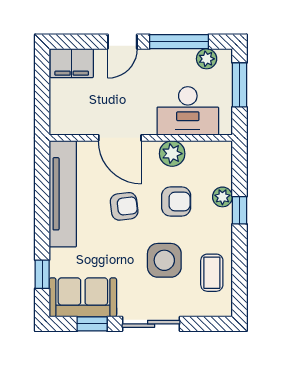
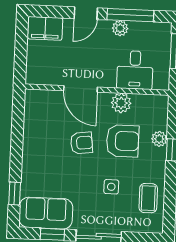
plant: (207, 59) -> (120, 28), moved
desk: (188, 111) -> (135, 70), width x0.73
tv unit: (63, 194) -> (34, 131), removed
armchair: (176, 201) -> (123, 141), width x1.38, depth x1.38
side table: (164, 260) -> (111, 187), width x0.54, depth x0.54

